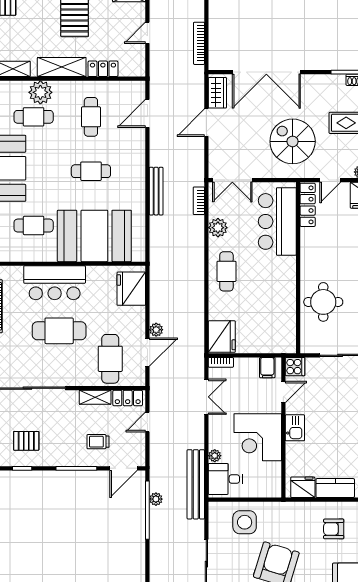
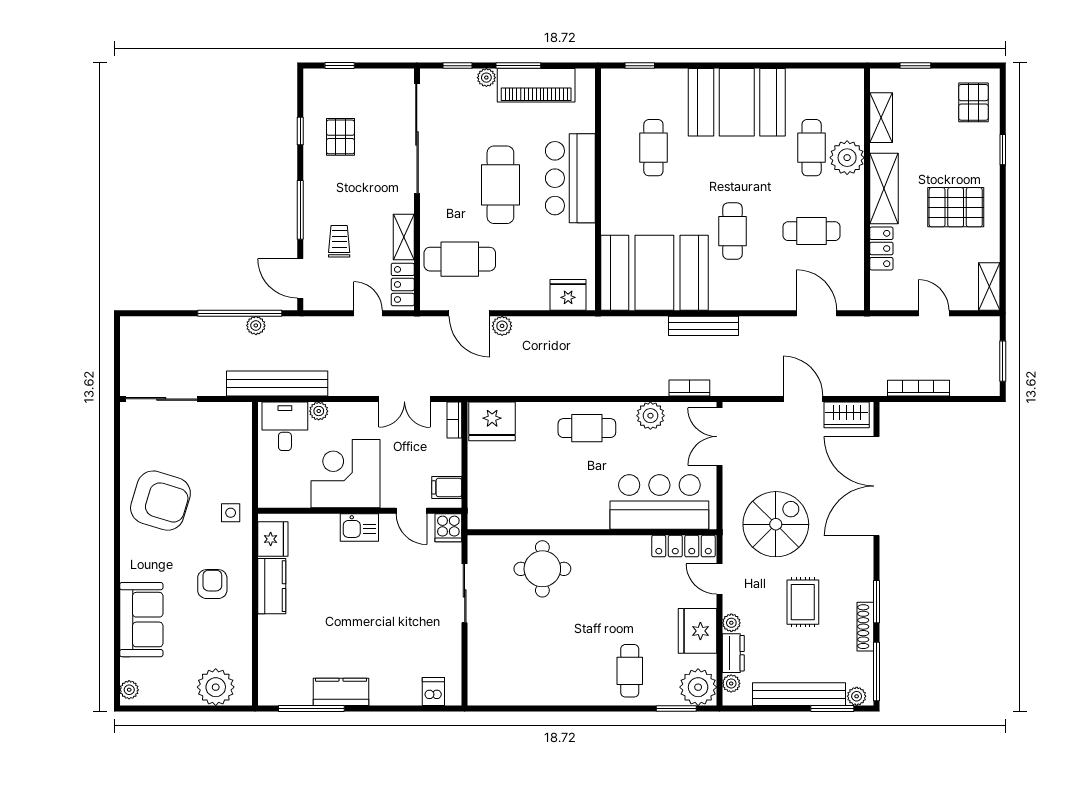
booth: (94, 236) -> (654, 273), moved, turned 90
fridge: (131, 289) -> (568, 295), width x0.73, depth x0.75
side table: (245, 522) -> (231, 513), moved, width x0.54, depth x0.54

